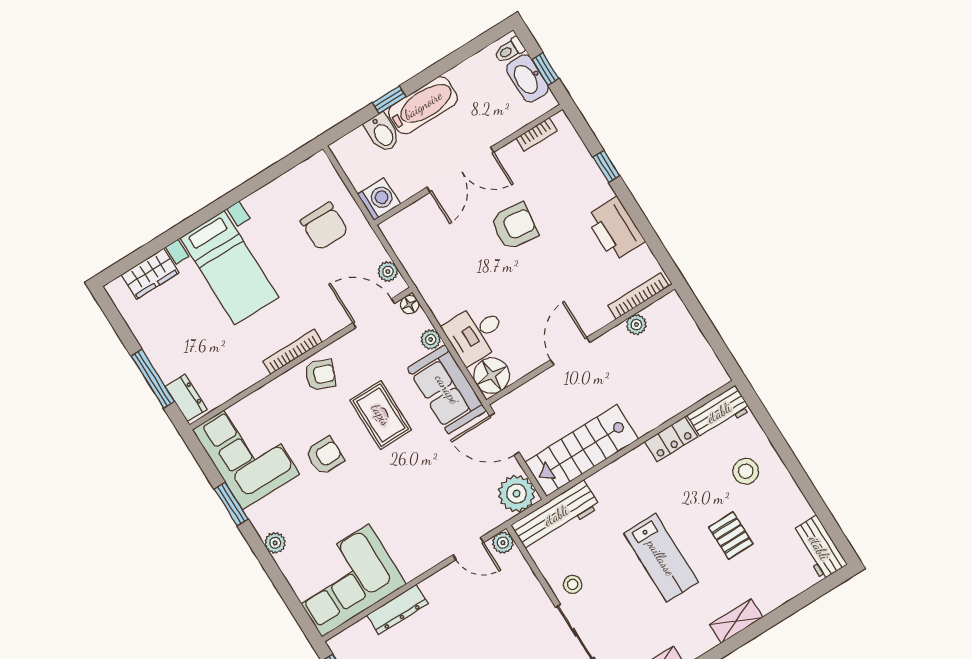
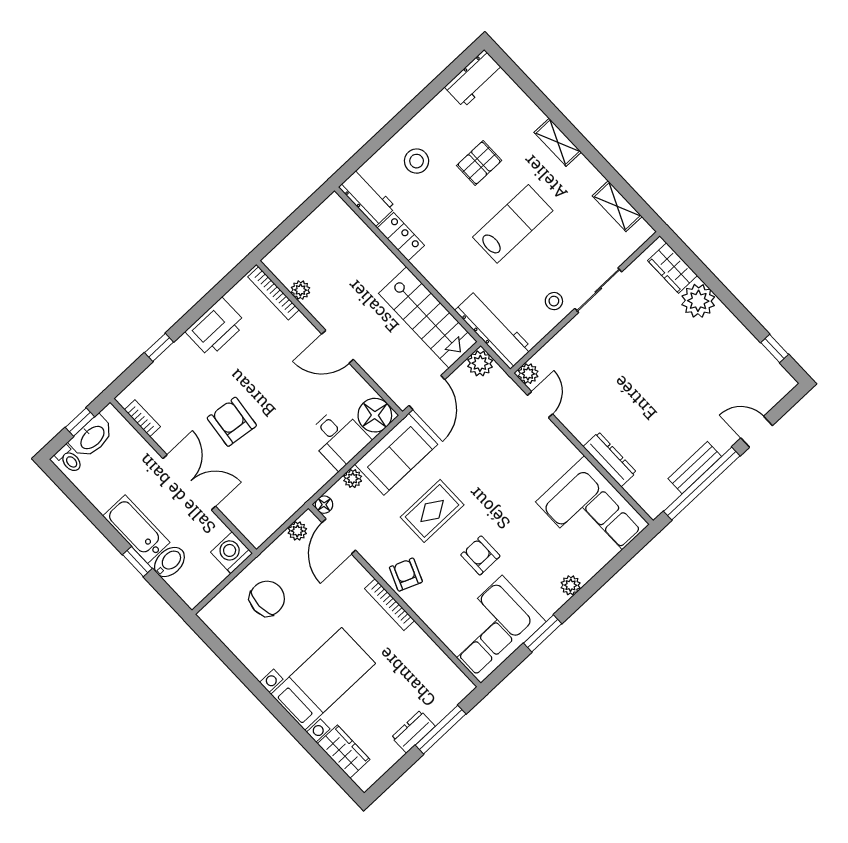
dresser: (186, 398) -> (413, 732), moved
plant: (517, 494) -> (480, 363), width x0.73, depth x0.73

